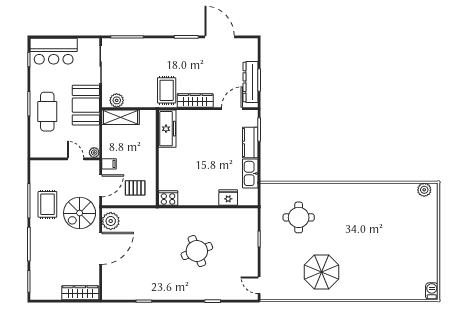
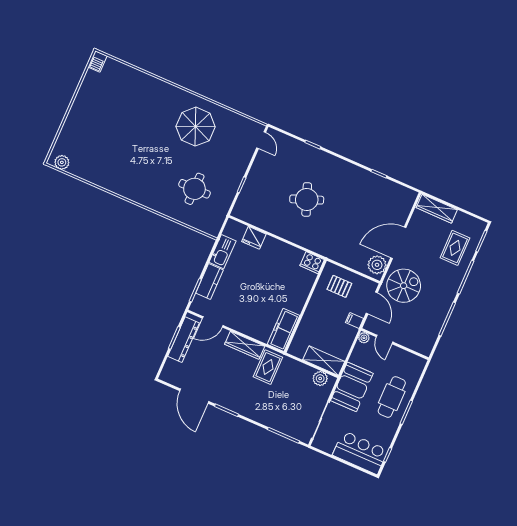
door: (101, 186) -> (372, 303), swing flipped
rug: (47, 204) -> (455, 248), moved

